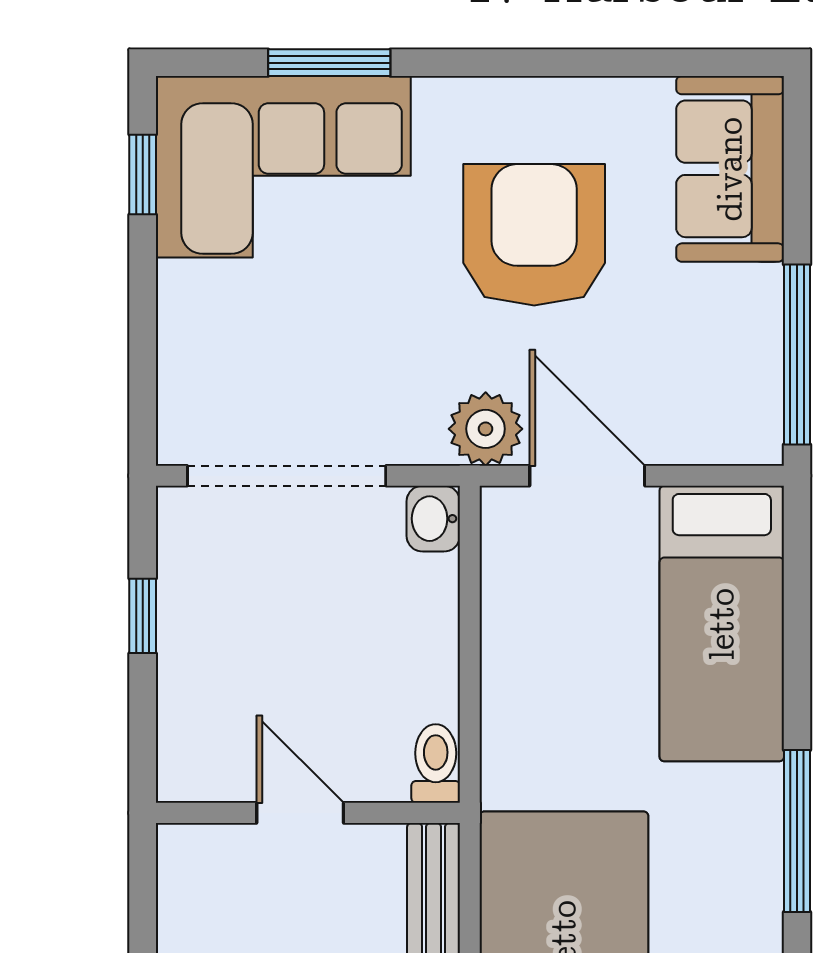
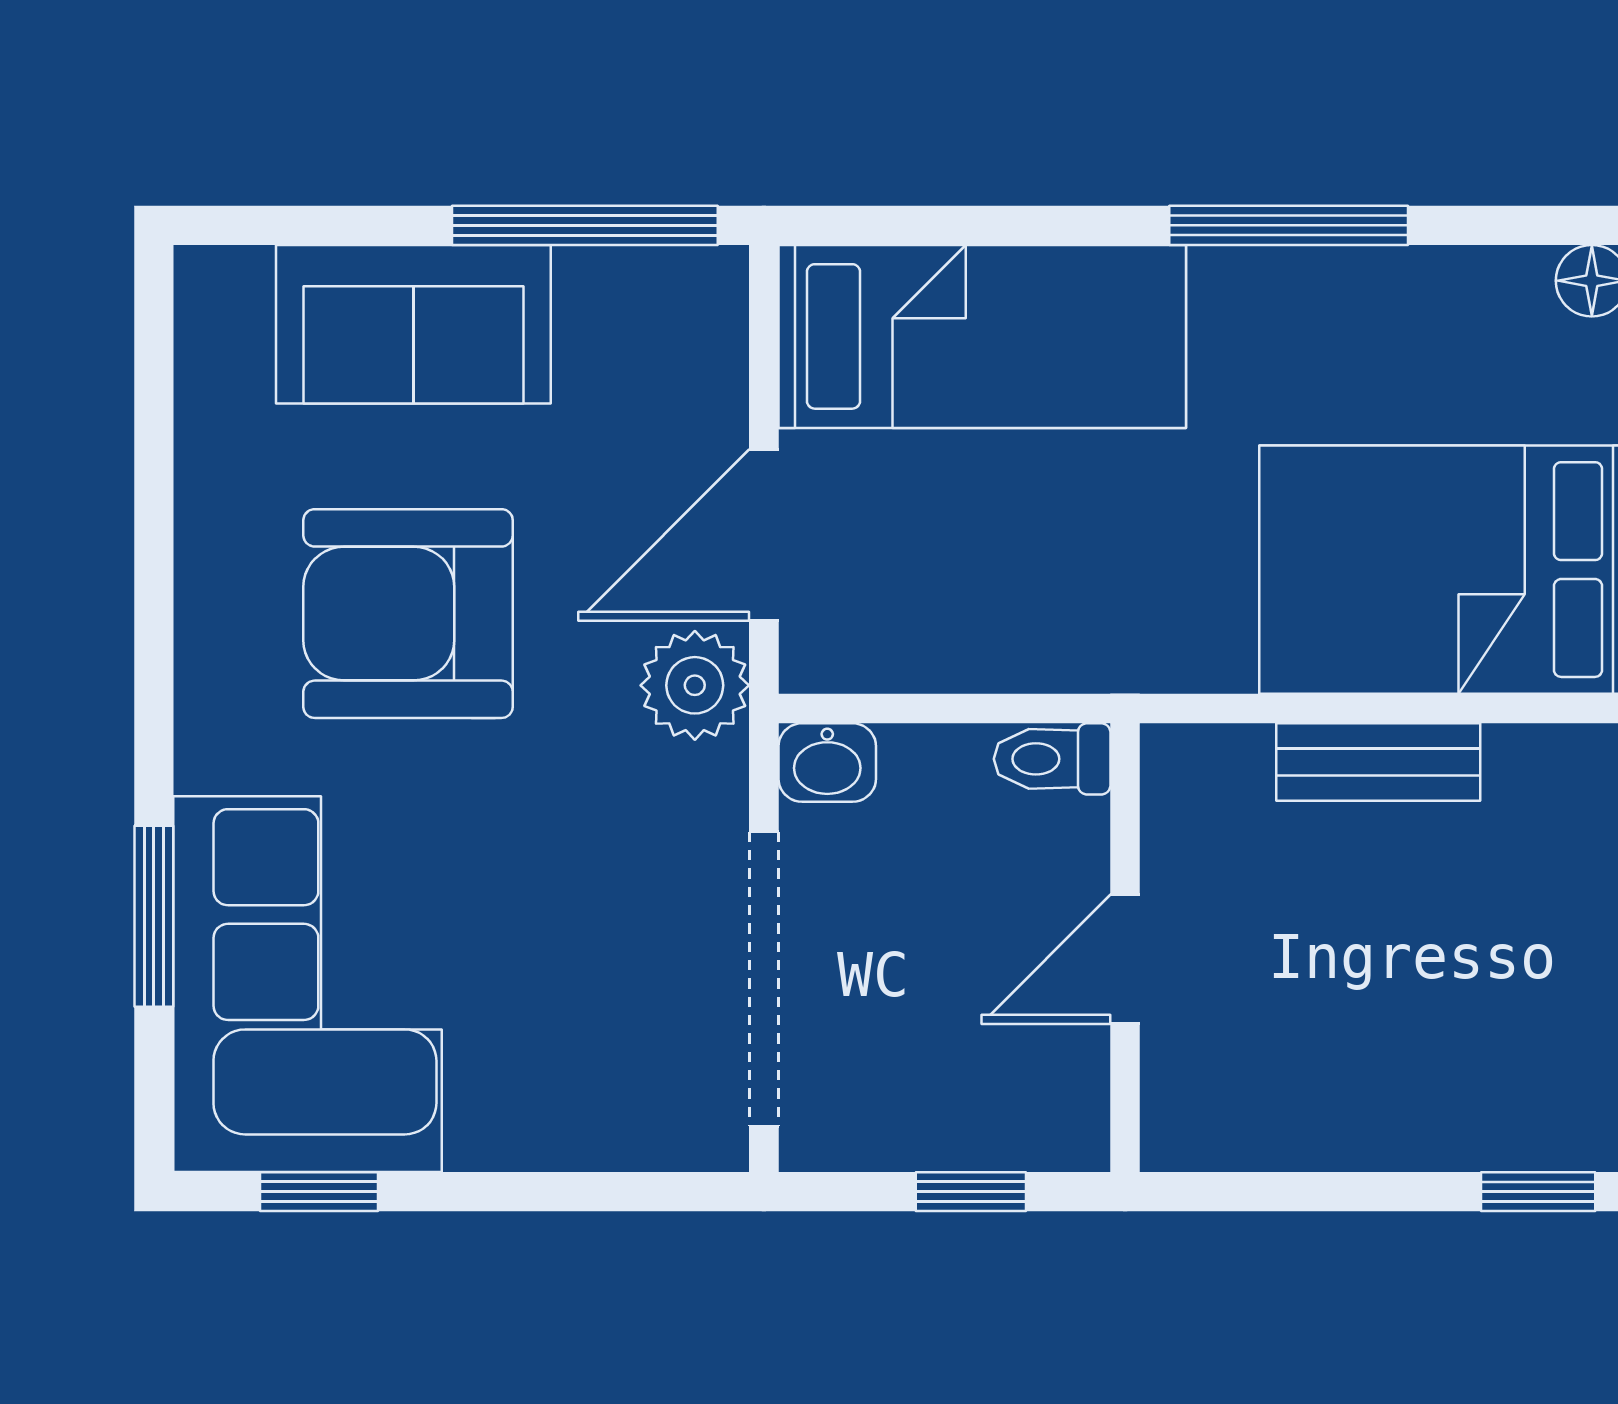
sofa: (730, 169) -> (413, 324), moved
toilet: (436, 763) -> (1052, 759), moved
door: (300, 813) -> (1125, 959), moved
wall: (308, 813) -> (1125, 948), moved

